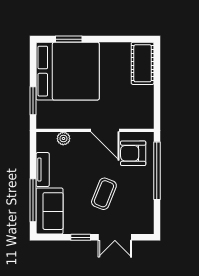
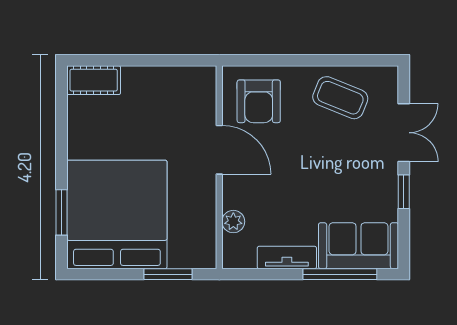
cot: (143, 63) -> (94, 80), width x0.73, depth x0.75
door: (105, 130) -> (219, 150), hinge flipped
window: (157, 171) -> (289, 60), removed
coffee table: (104, 194) -> (340, 98), moved

